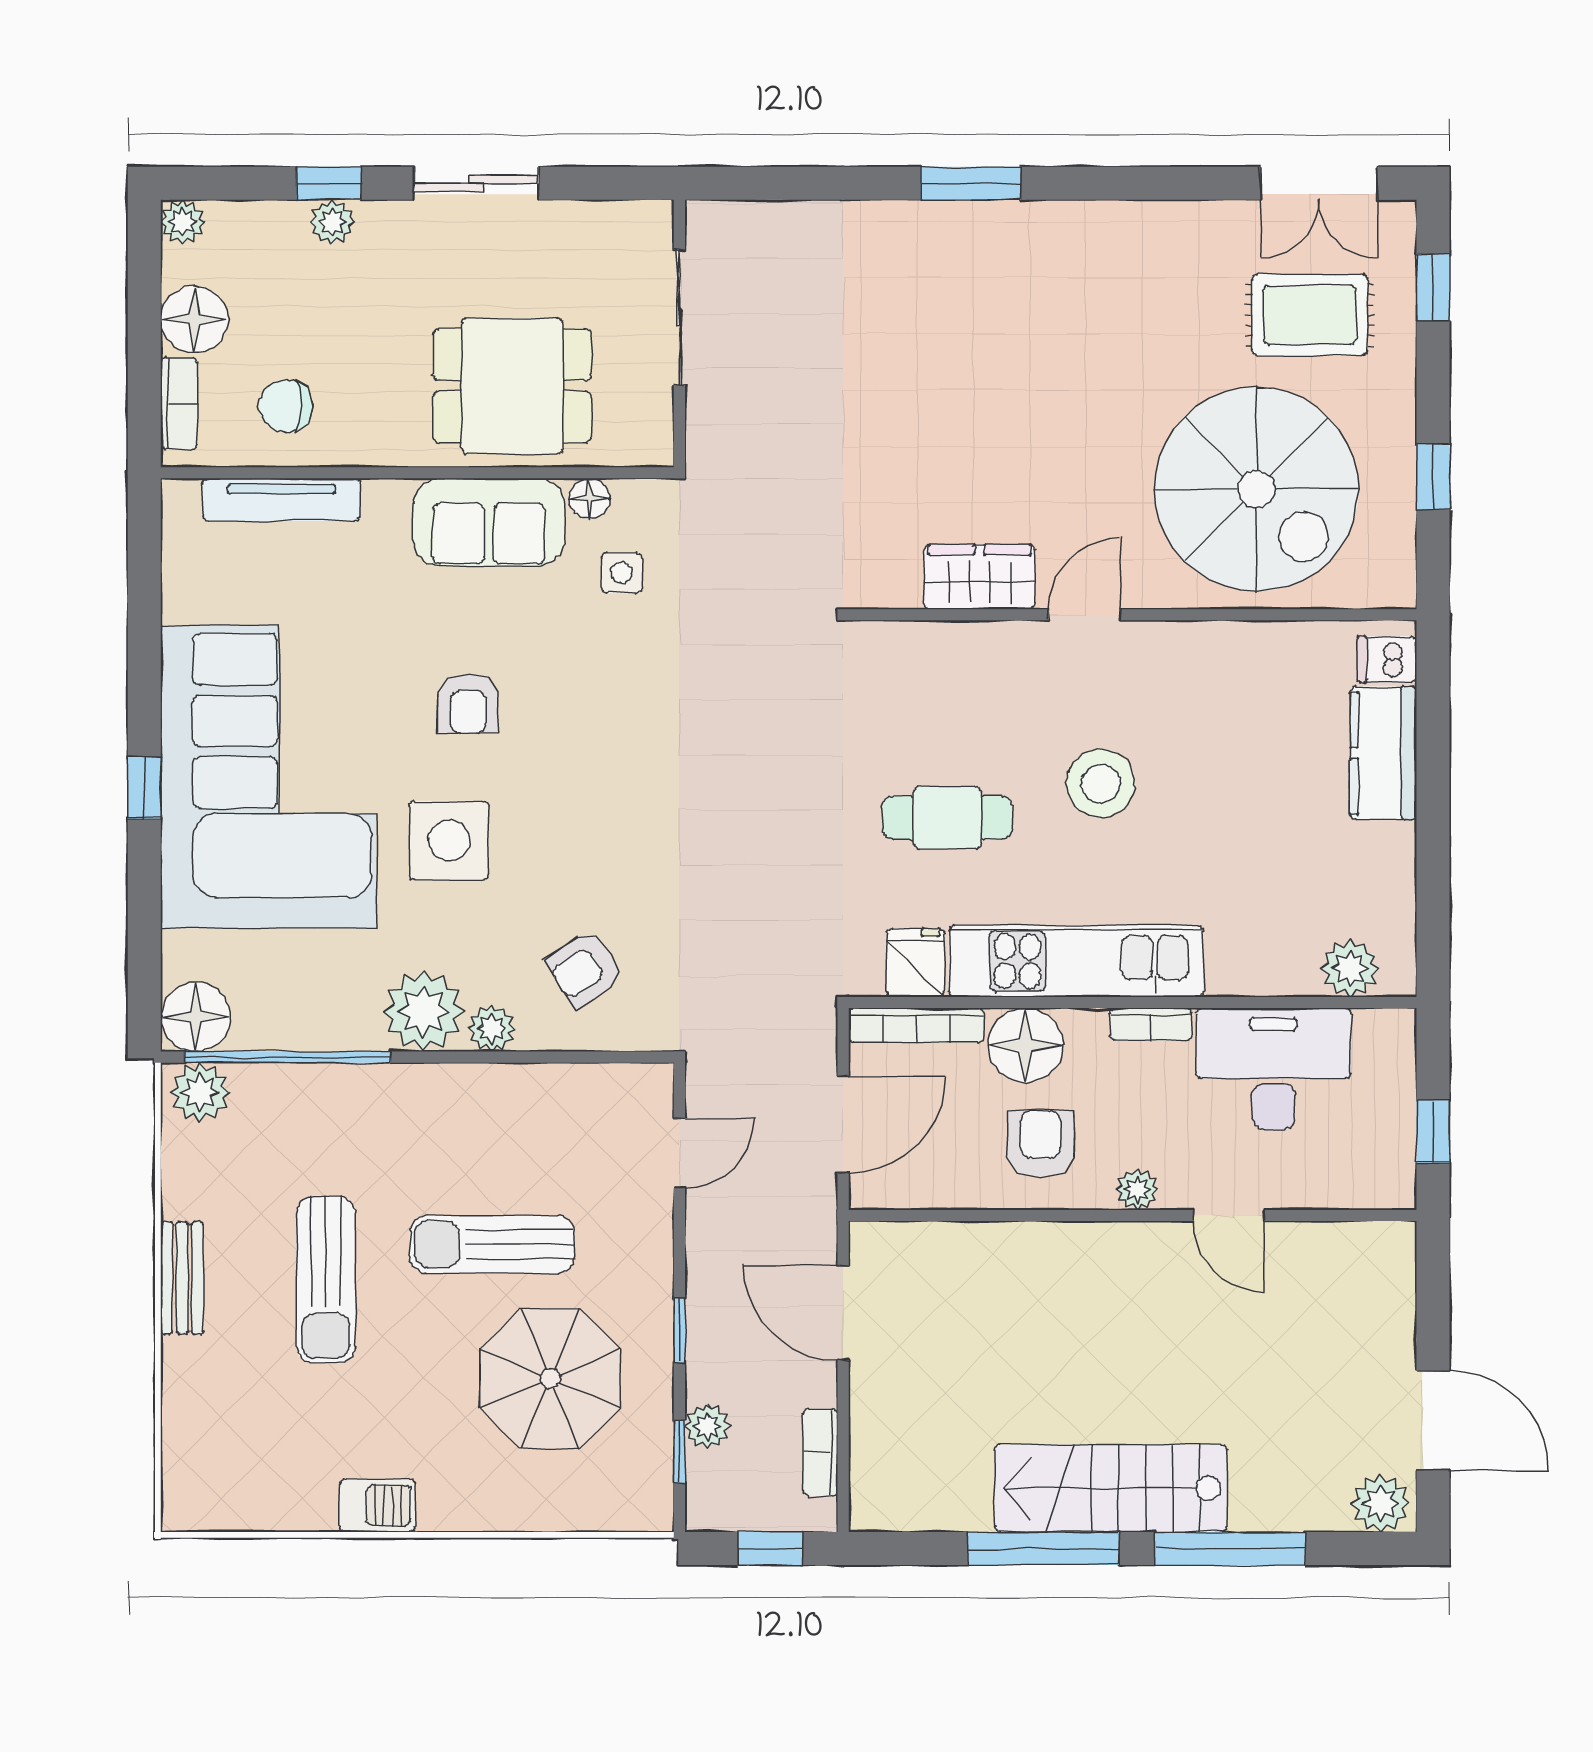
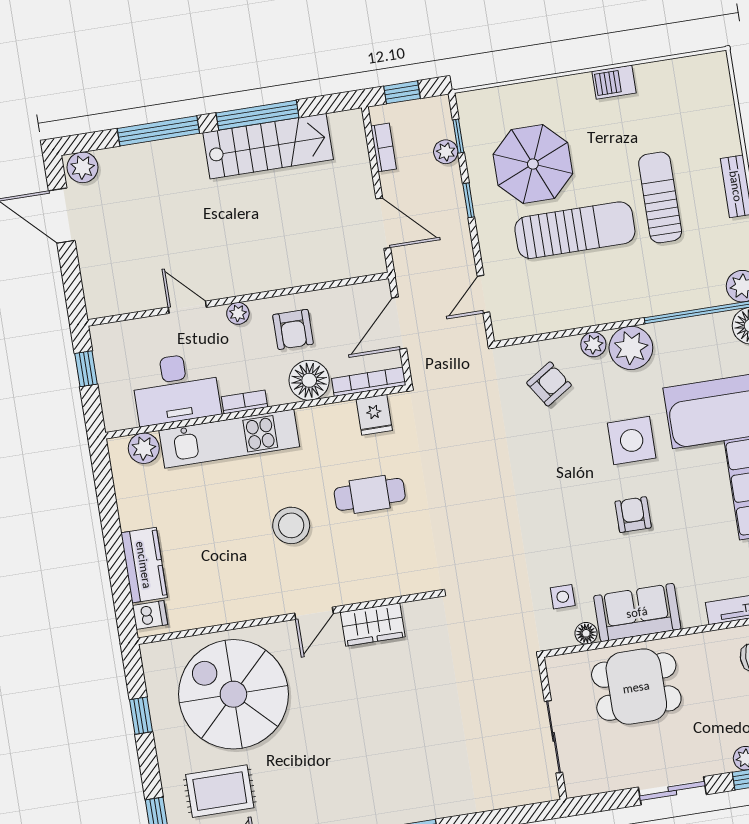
kitchen unit: (1076, 961) -> (229, 439), moved
sun lounger: (492, 1244) -> (575, 230), width x1.36, depth x1.34
stairs: (1111, 1488) -> (268, 146), moved

